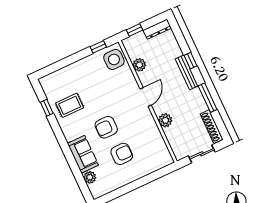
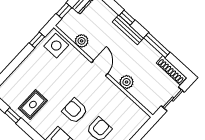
armchair: (106, 127) -> (75, 111), turned 90

